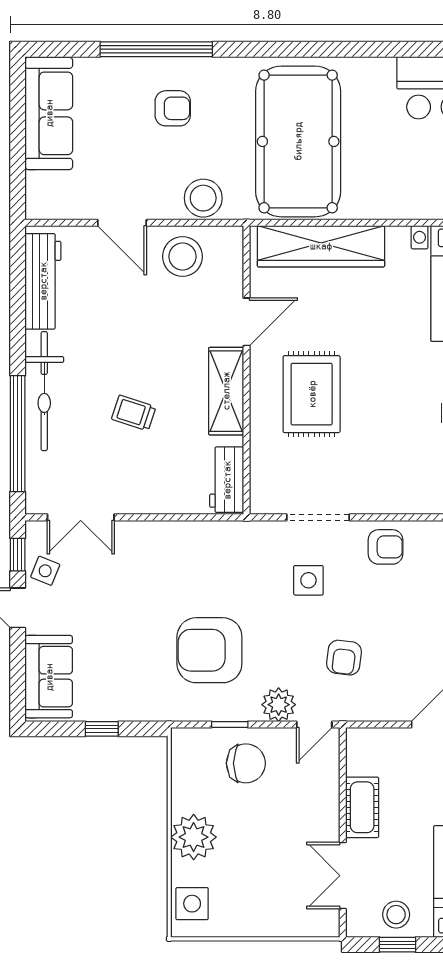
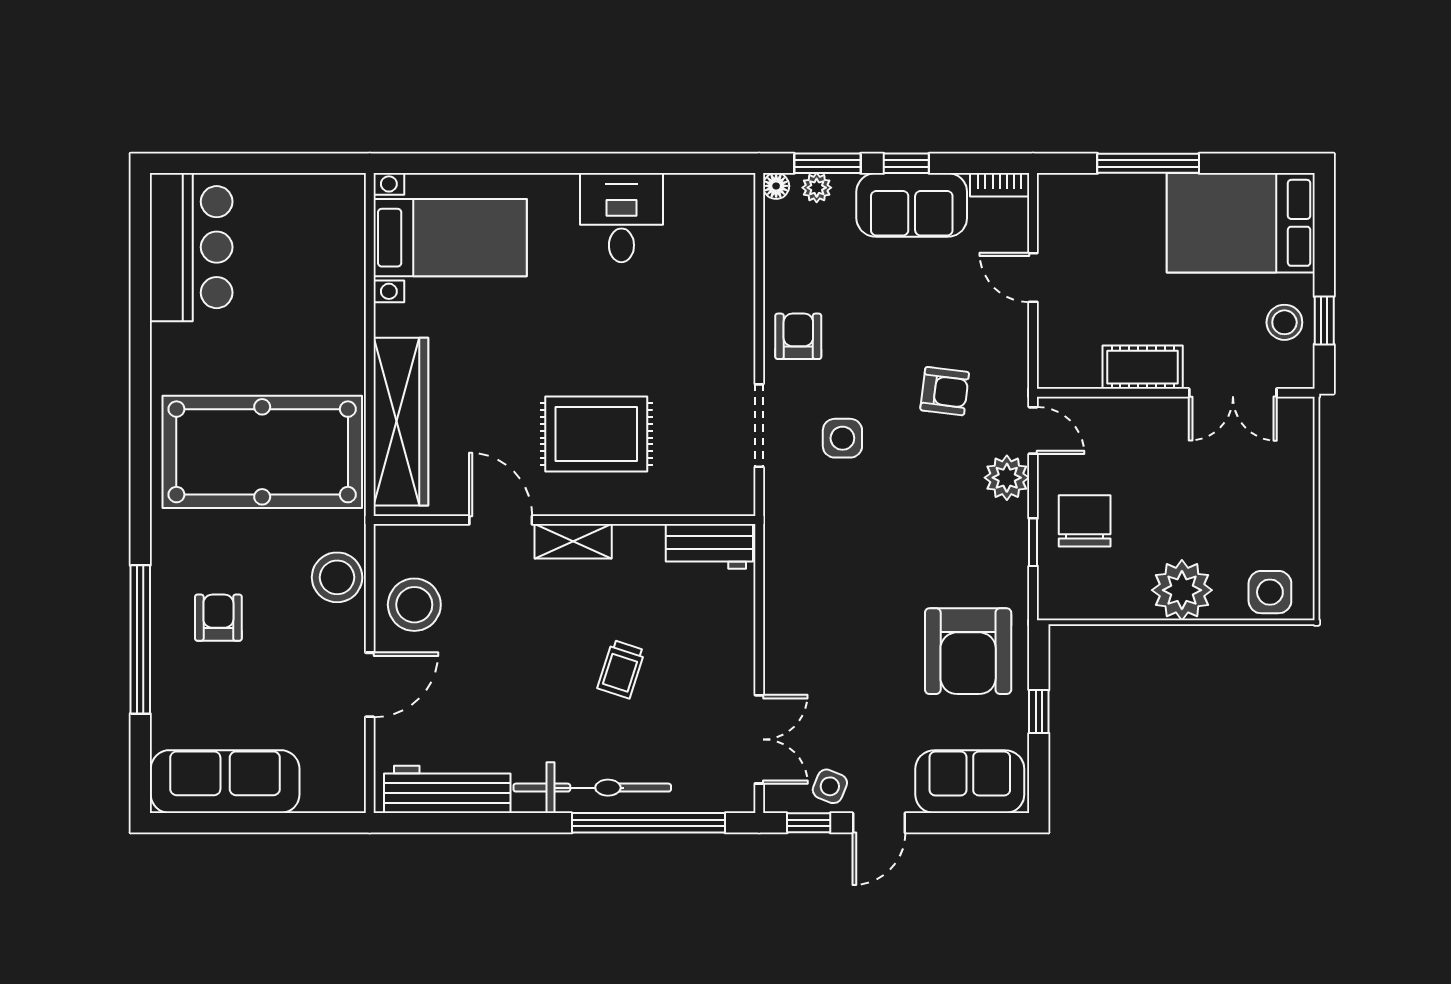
shelving: (226, 391) -> (573, 541), width x0.67, depth x0.75
armchair: (209, 650) -> (968, 651), moved

